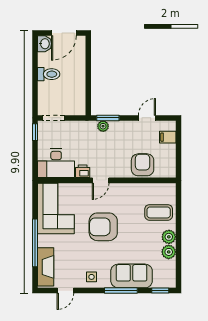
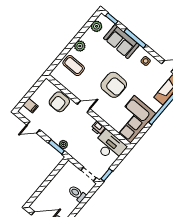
toilet: (49, 74) -> (77, 194), moved
door: (101, 180) -> (84, 107), moved
plant: (169, 252) -> (97, 26), moved

